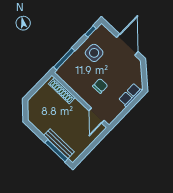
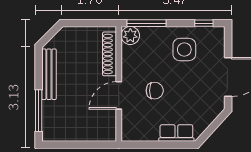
plant: (63, 72) -> (130, 35), added
door: (97, 115) -> (119, 95), moved
bench: (59, 144) -> (49, 74), moved

